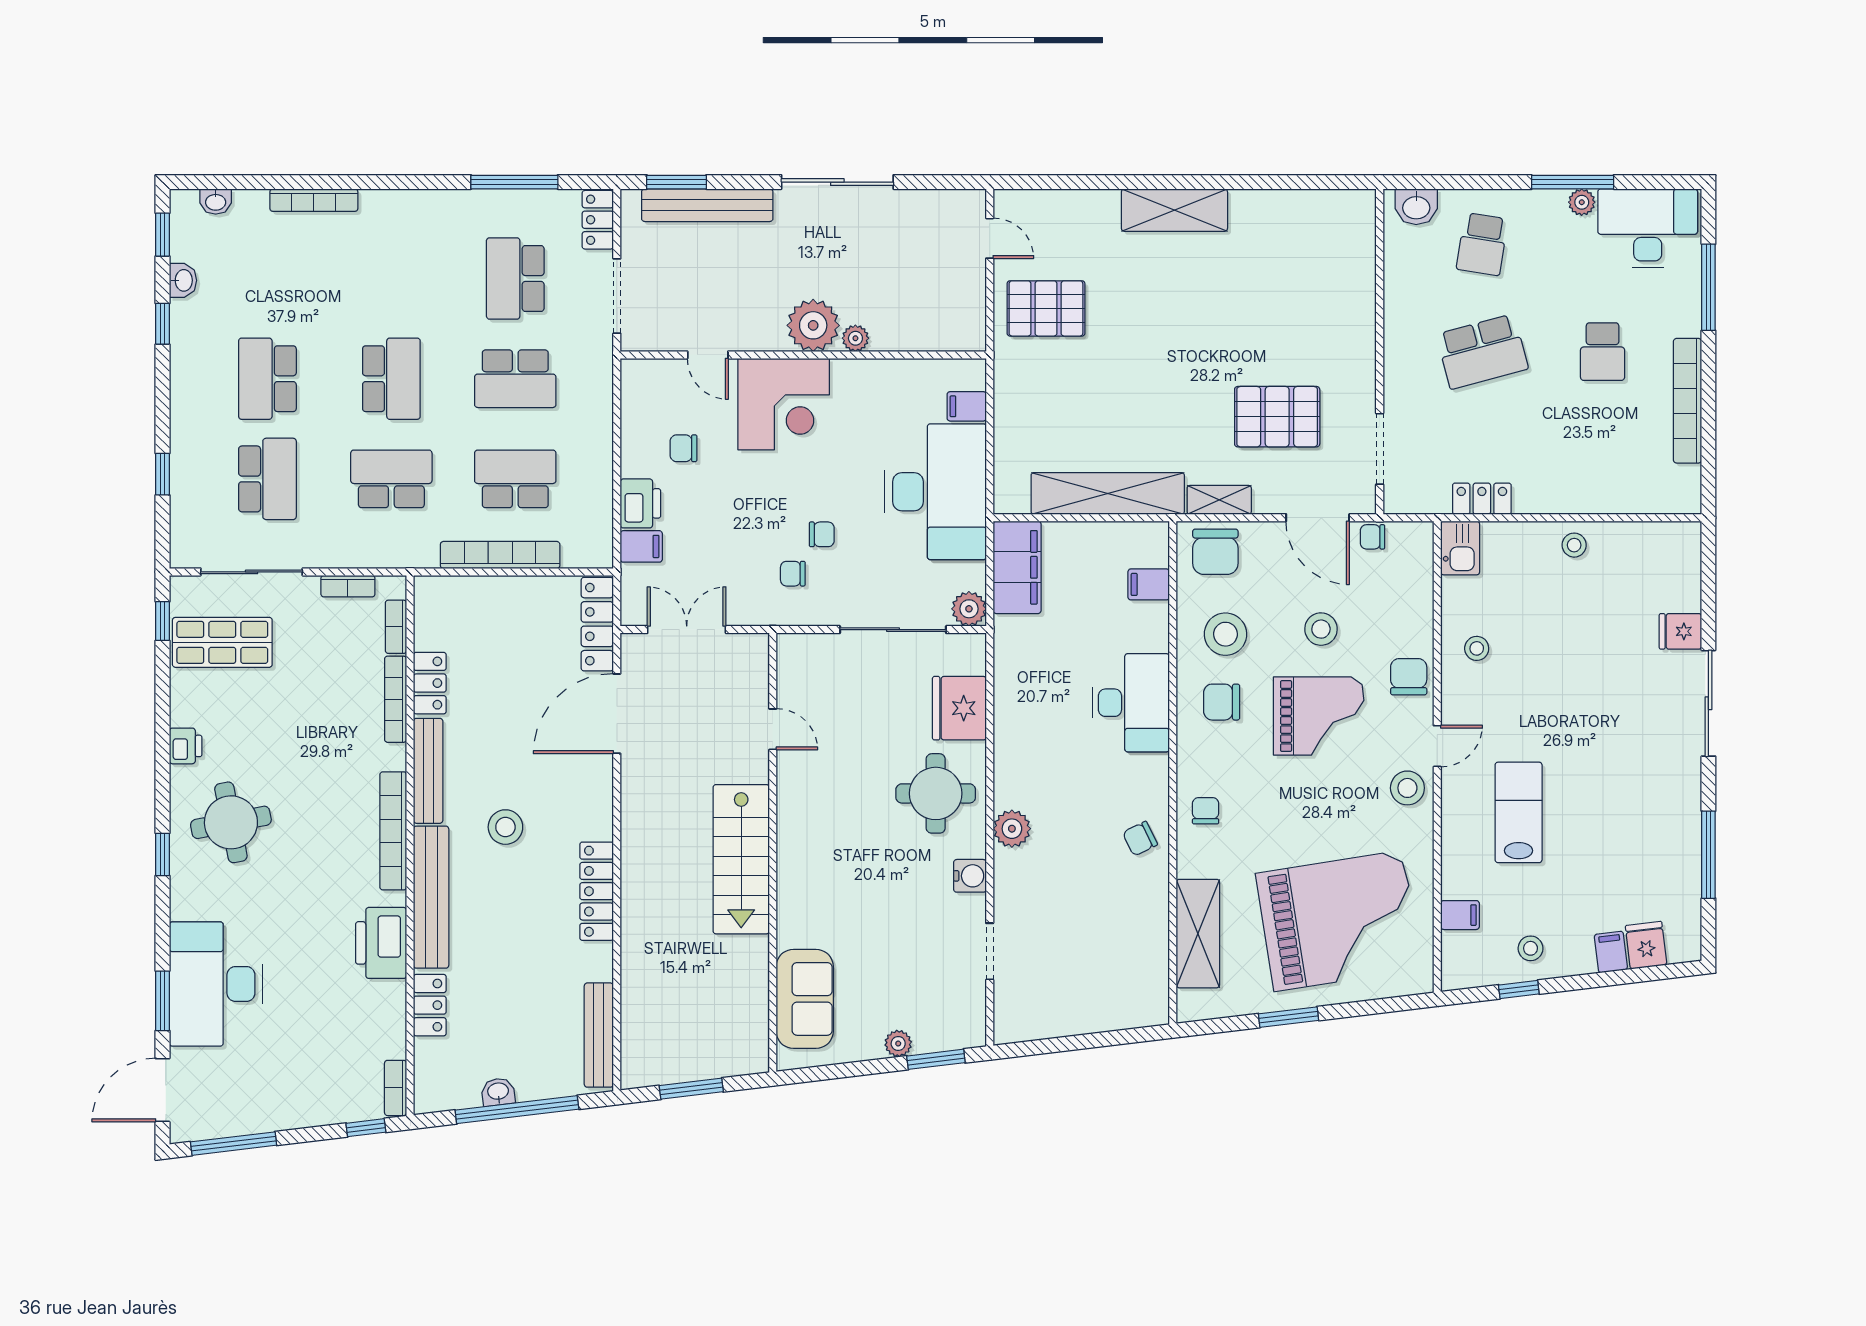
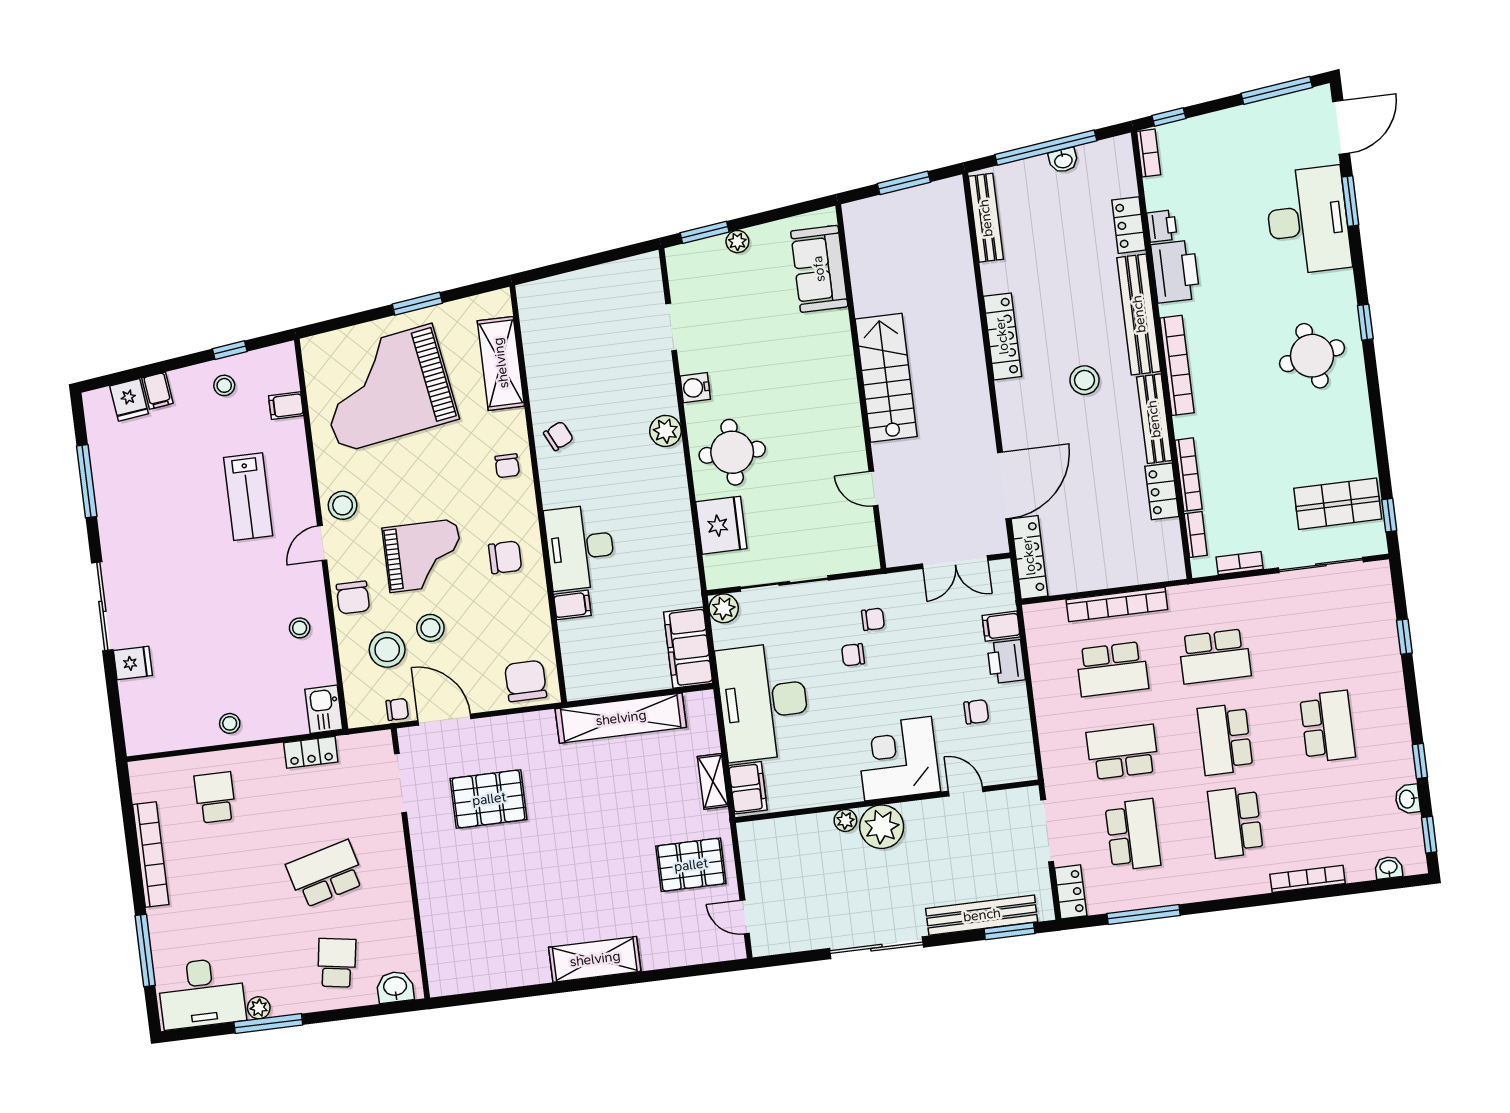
school desk: (1603, 352) -> (215, 797), moved
filing cabinet: (967, 406) -> (748, 788), width x2.00
school desk: (267, 479) -> (1235, 822), moved
shelving: (1219, 500) -> (713, 781), moved, turned 90
filing cabinet: (1149, 584) -> (572, 605), moved
stool: (1225, 634) -> (387, 650), moved
grand piano: (1319, 716) -> (423, 556), turned 180
printer: (186, 746) -> (1162, 226), moved, turned 180

